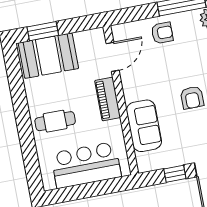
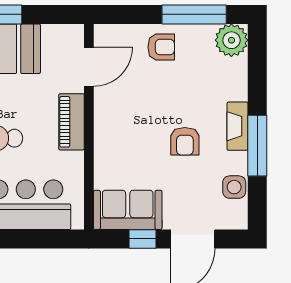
sofa: (144, 126) -> (128, 210), moved, turned -90

